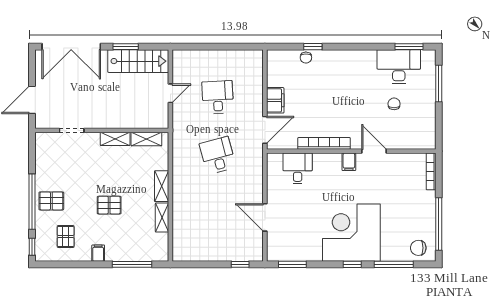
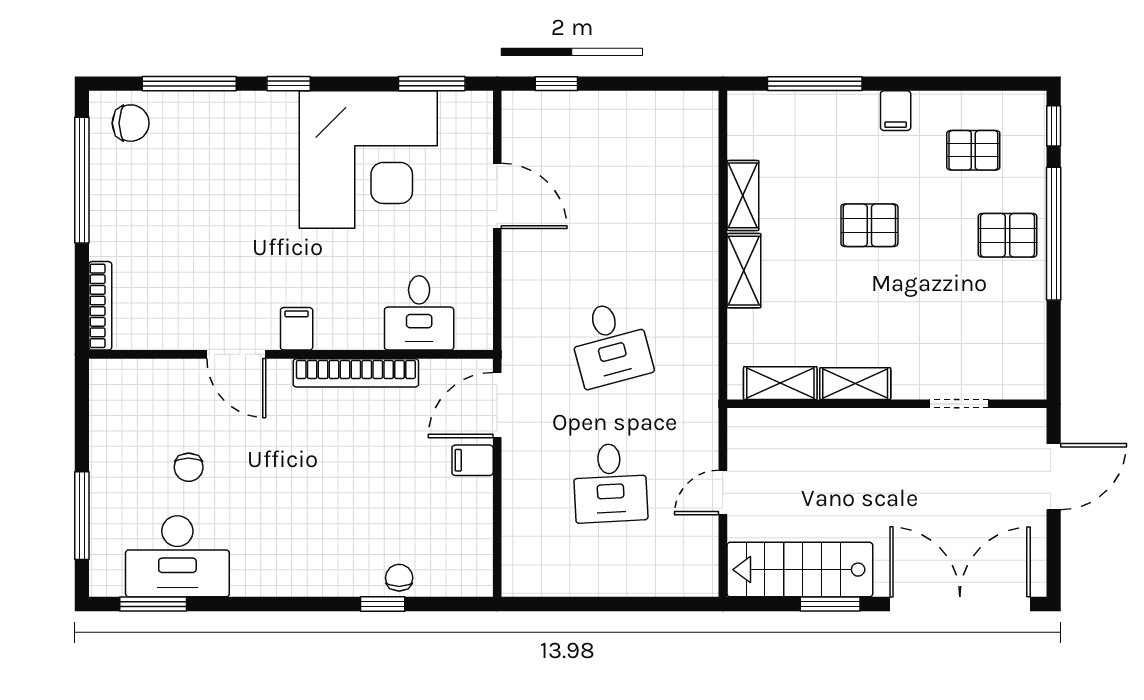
filing cabinet: (275, 100) -> (473, 460), width x0.50
corner desk: (351, 233) -> (368, 160), moved
pallet: (66, 237) -> (973, 150), turned 90

